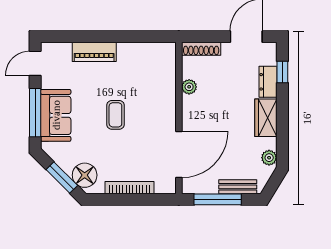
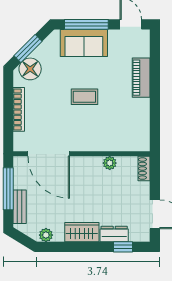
shoe rack: (201, 49) -> (144, 169), width x0.70

